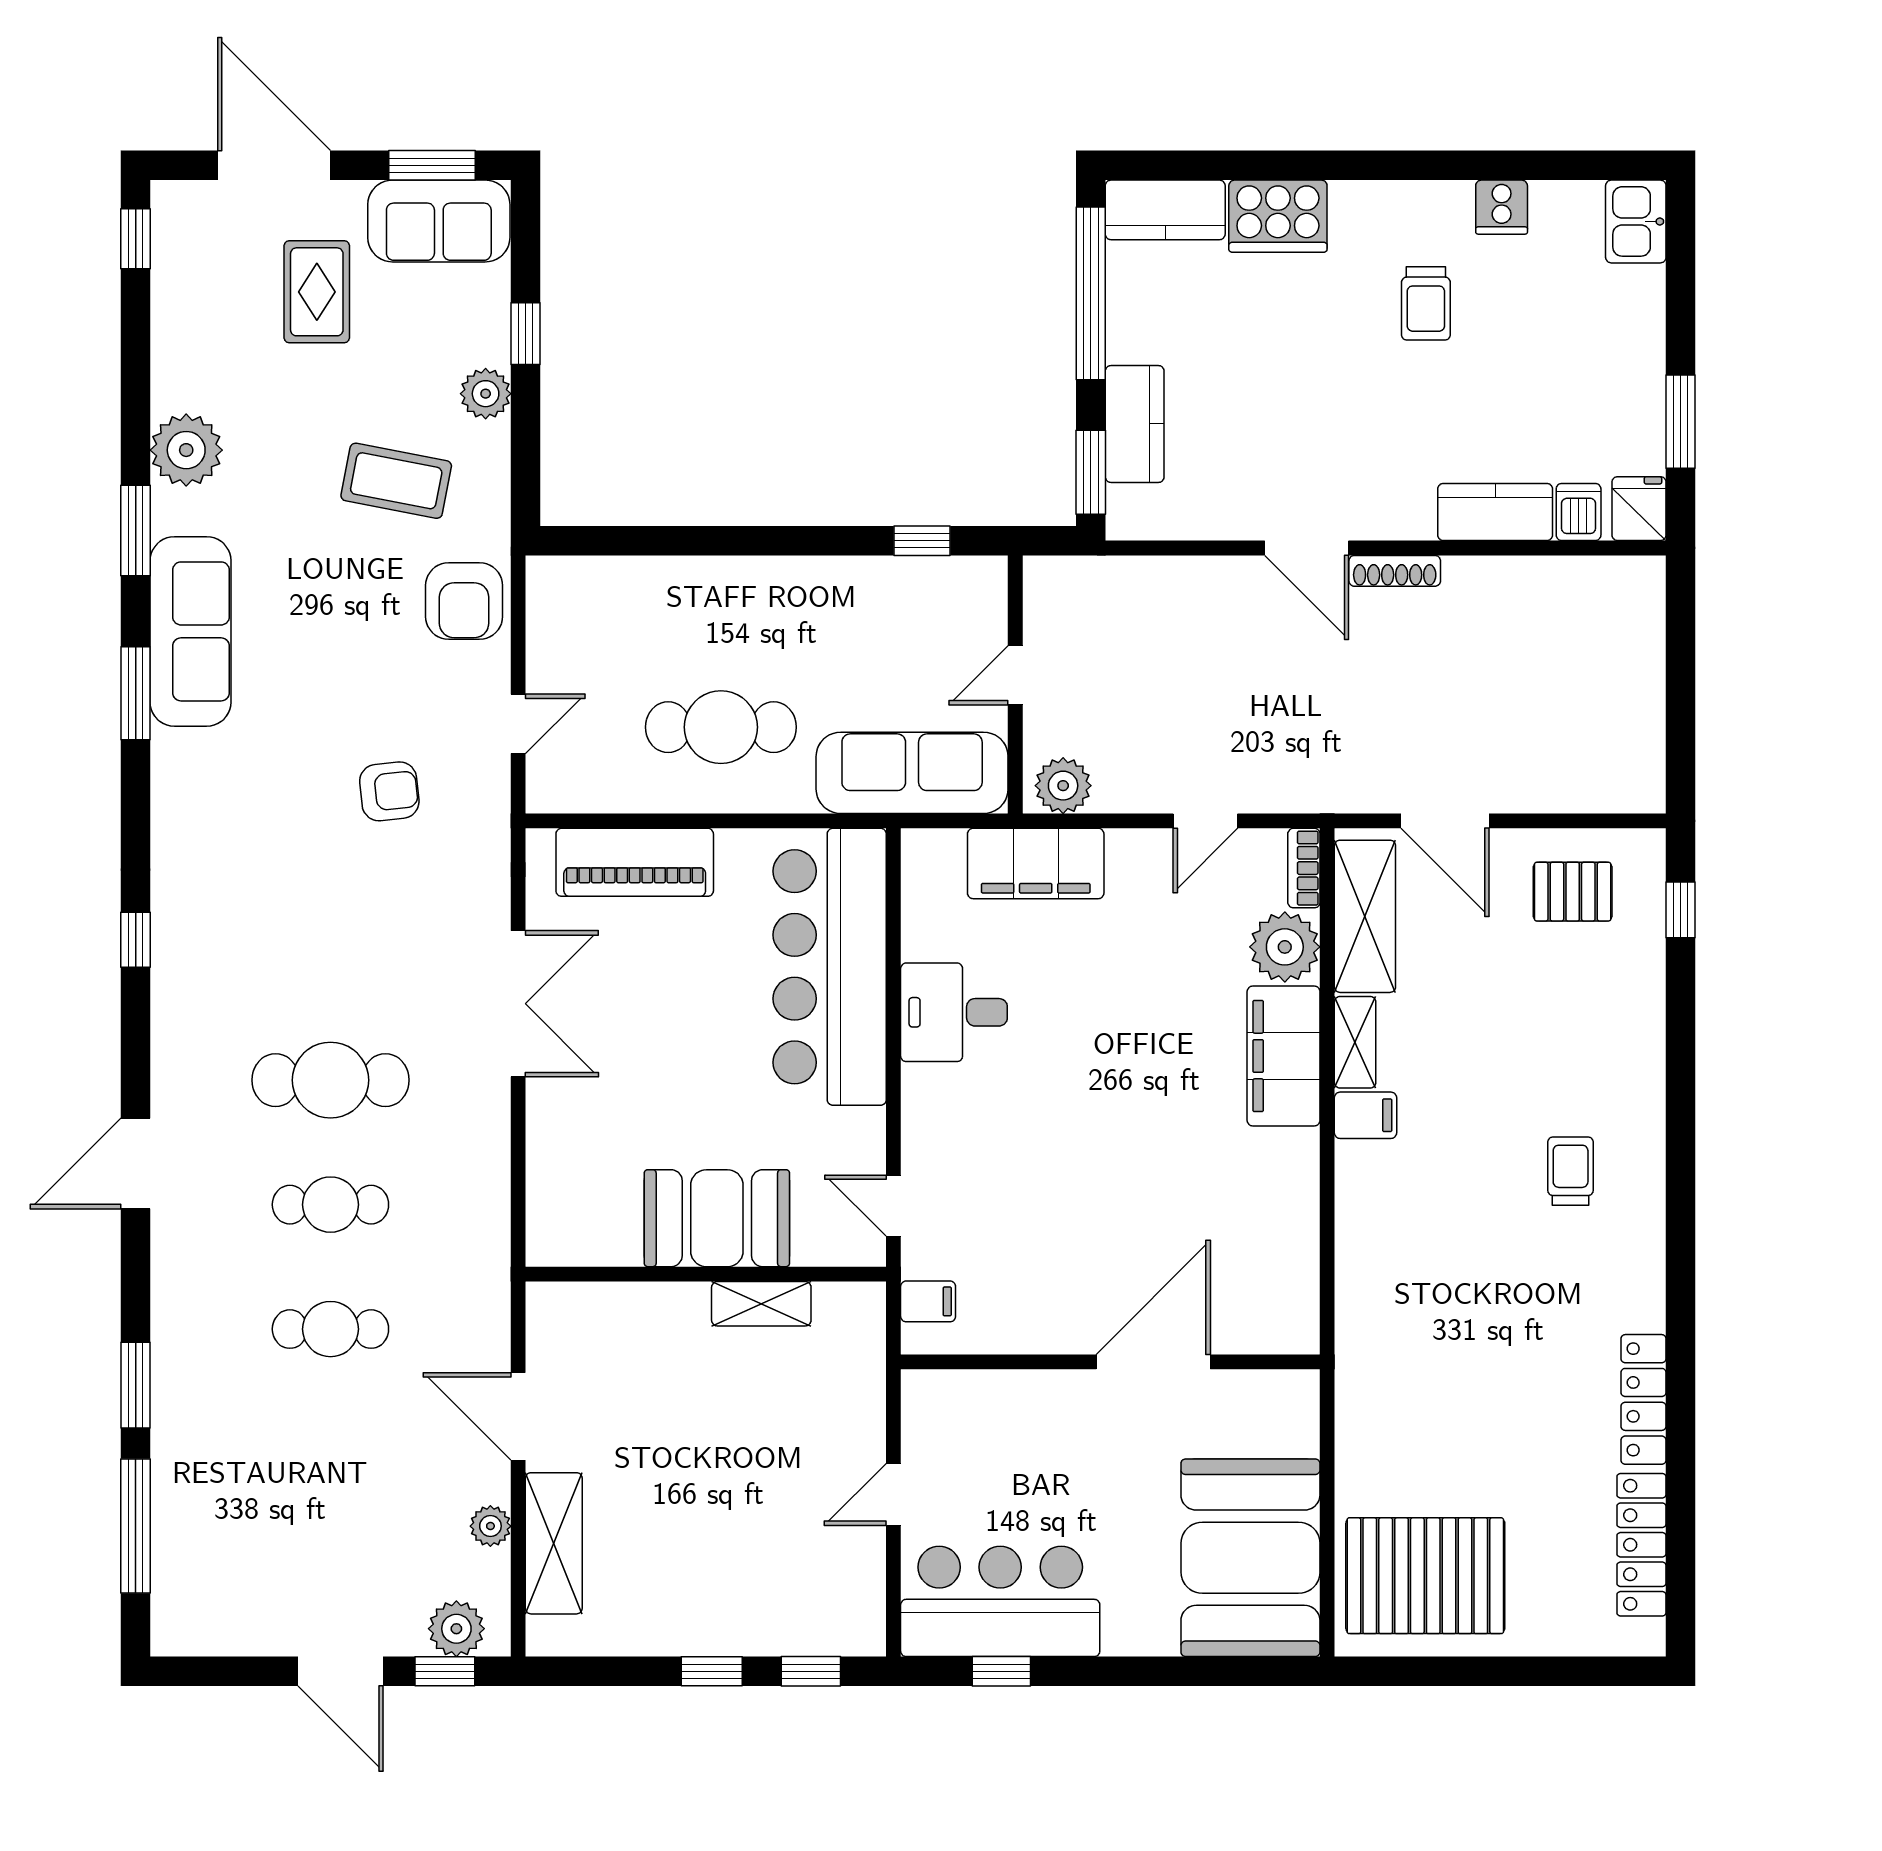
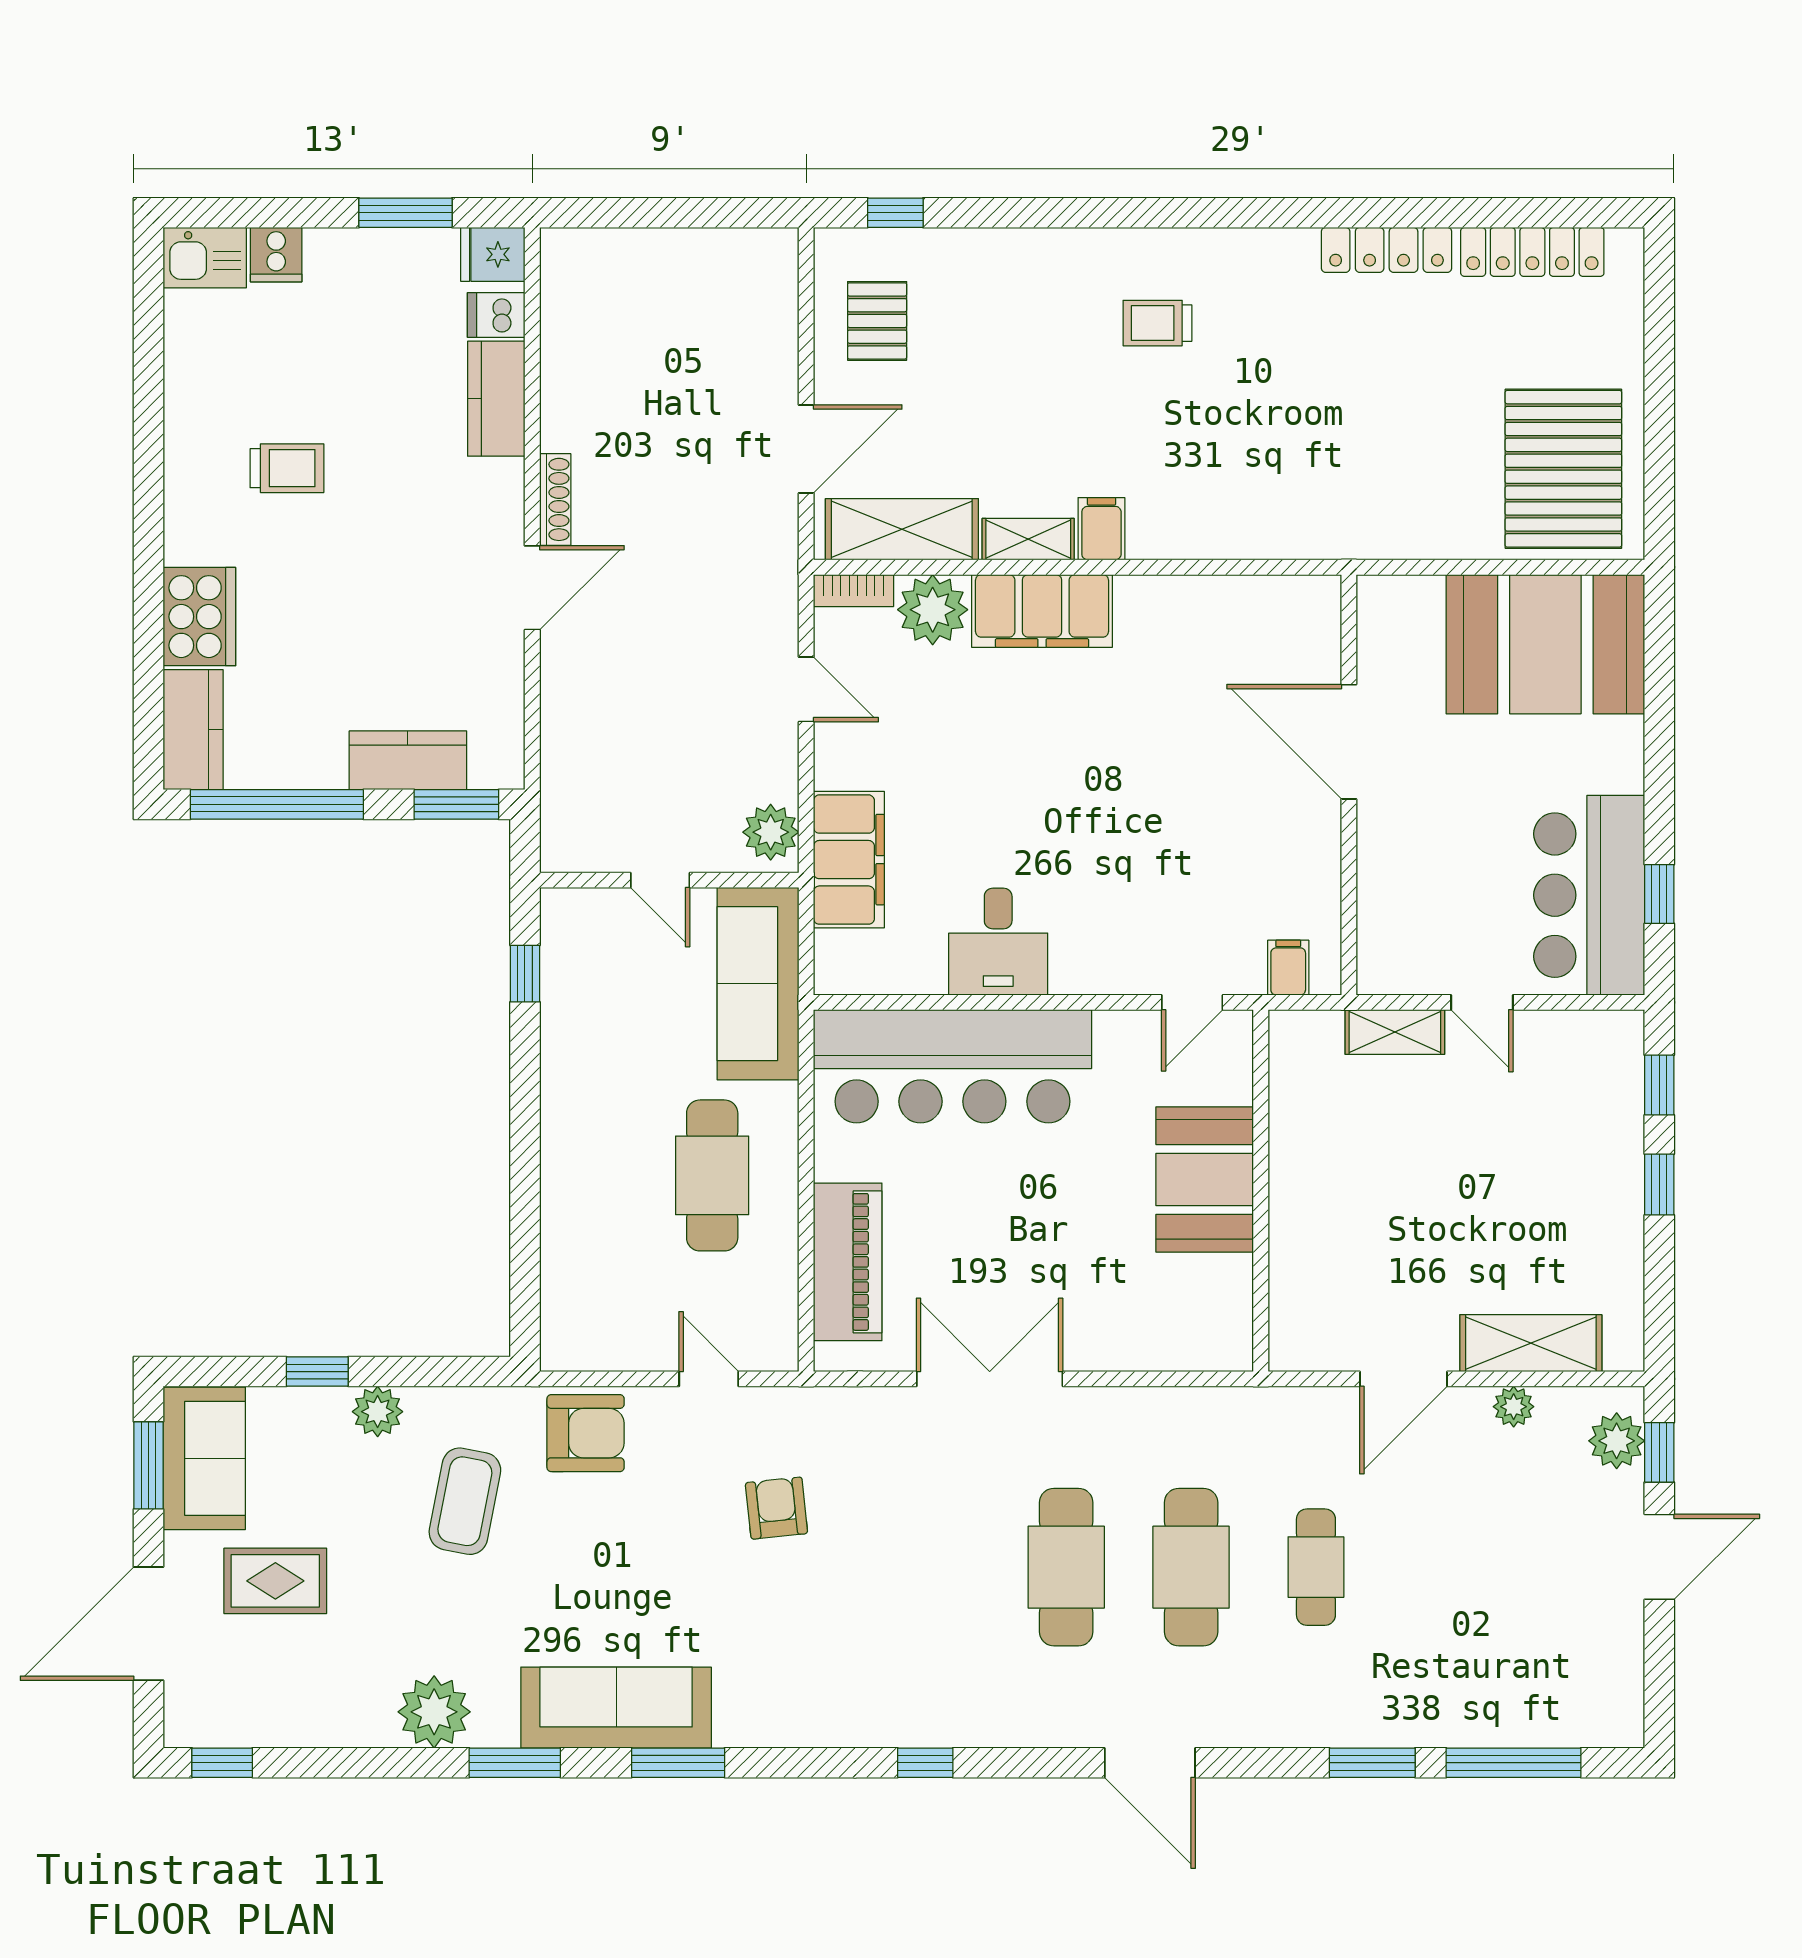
cooker: (1502, 207) -> (276, 255), moved, turned 90
cafe table: (330, 1205) -> (1191, 1567), width x1.37, depth x1.35
shelving: (761, 1304) -> (1395, 1032), moved, turned 90

